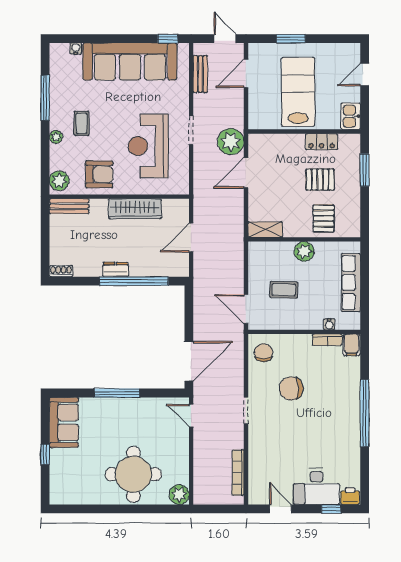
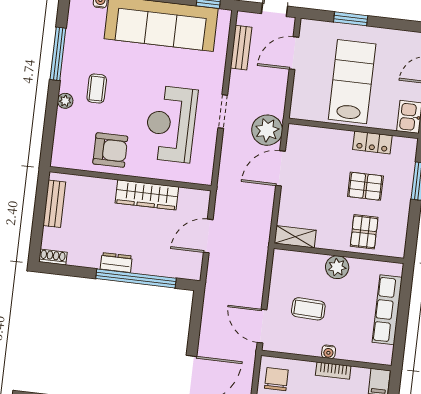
plant: (59, 181) -> (63, 152), removed
bench: (69, 206) -> (54, 204), moved, turned 90
water cooler: (329, 324) -> (329, 352), moved
bookcase: (327, 340) -> (333, 371), moved

